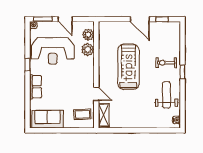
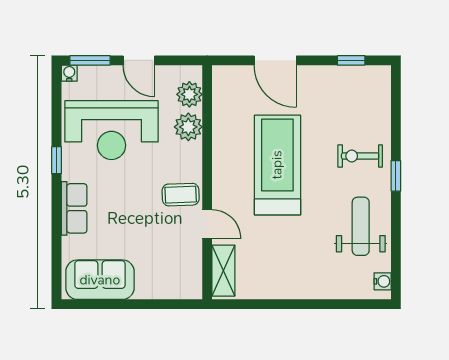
door: (140, 19) -> (275, 60), moved
coffee table: (83, 114) -> (181, 195), moved

